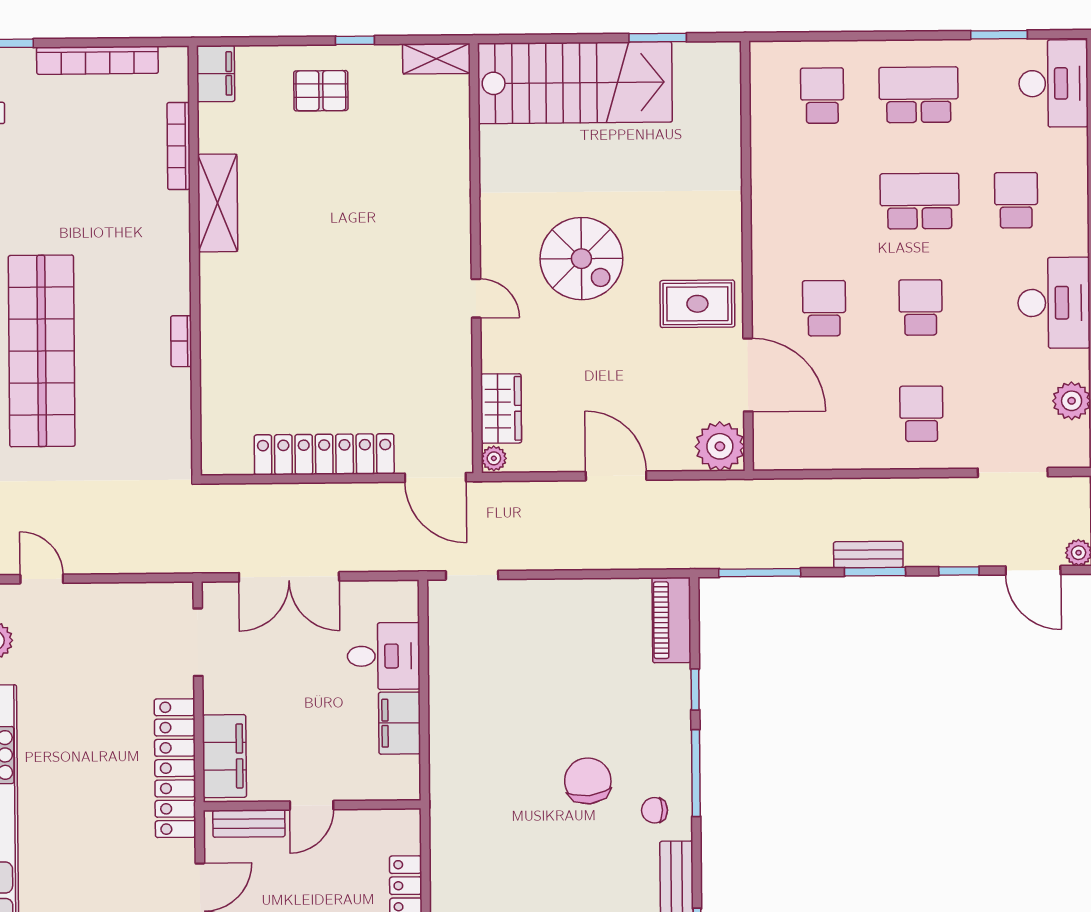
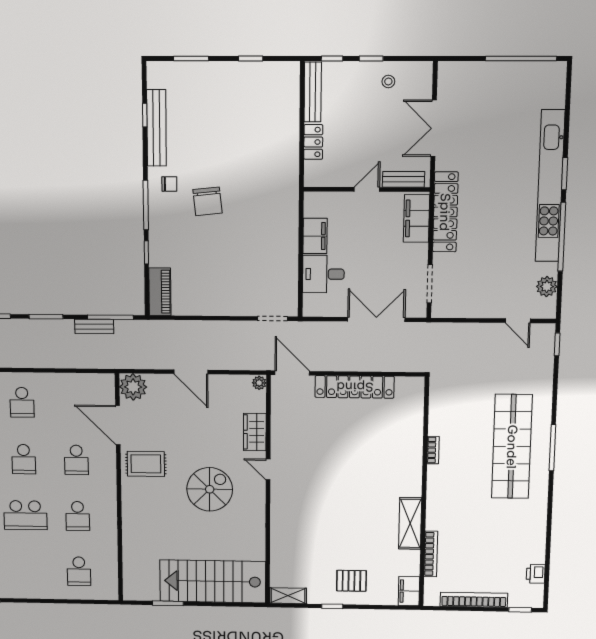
school desk: (919, 95) -> (78, 516), moved, width x0.54
spiral stairs: (581, 259) -> (210, 489), turned 90
wardrobe: (501, 408) -> (255, 432), moved
bench: (868, 555) -> (94, 327), moved

